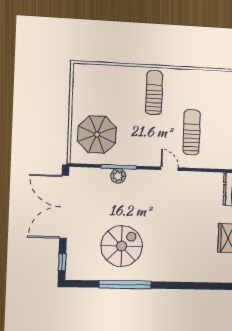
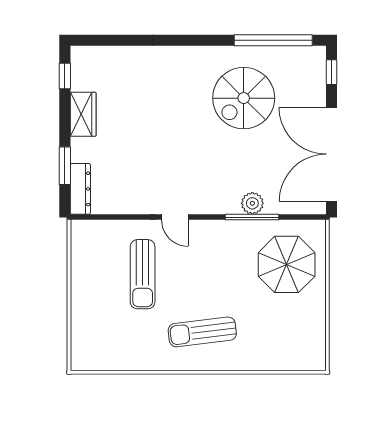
sun lounger: (154, 93) -> (202, 332), turned 83
double door: (64, 207) -> (331, 154), swing flipped
window: (125, 285) -> (273, 40), moved

